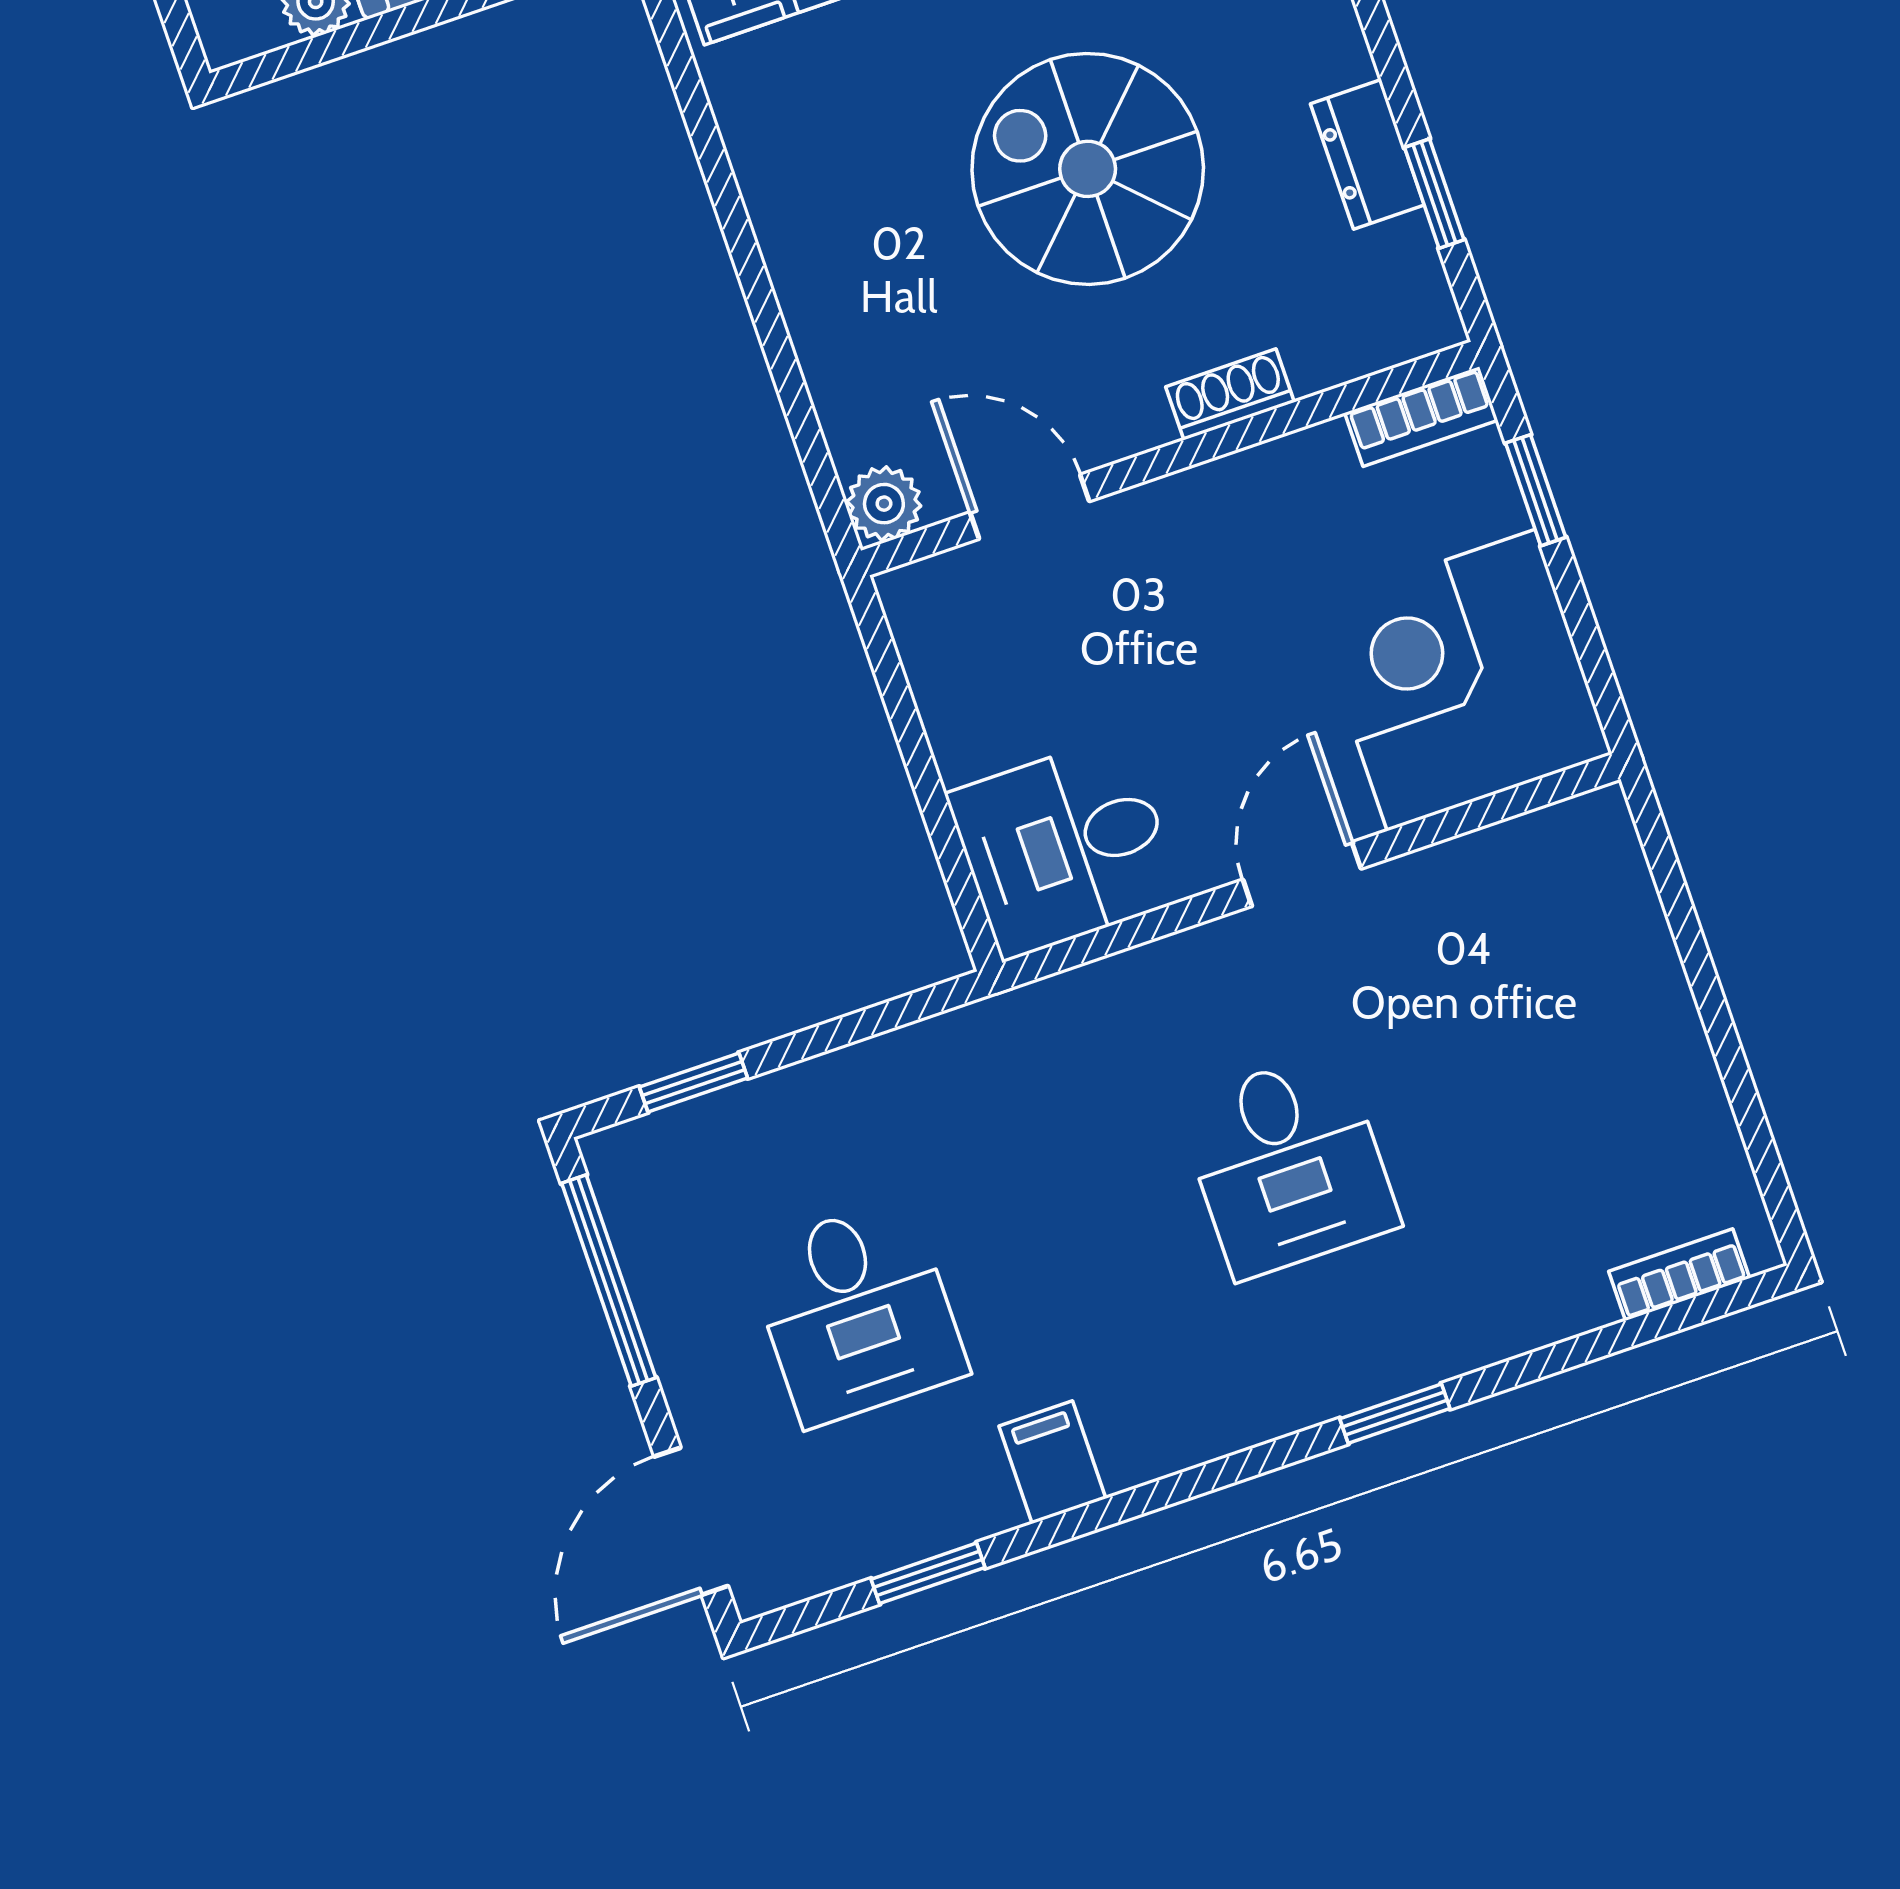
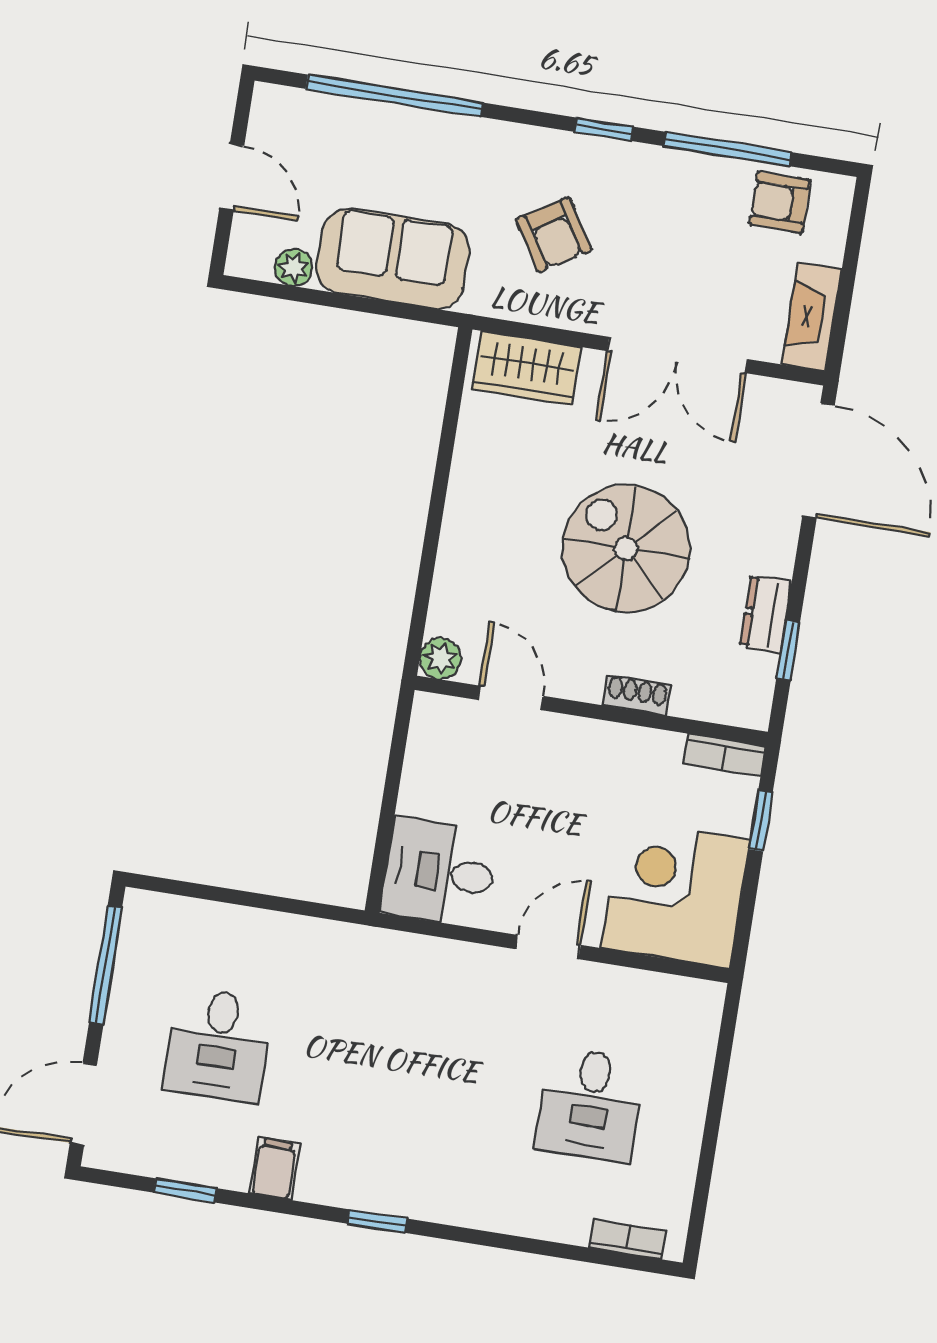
window: (693, 1082) -> (198, 891), removed
desk: (1288, 1164) -> (590, 1105), moved
window: (1395, 1414) -> (377, 1221), moved

